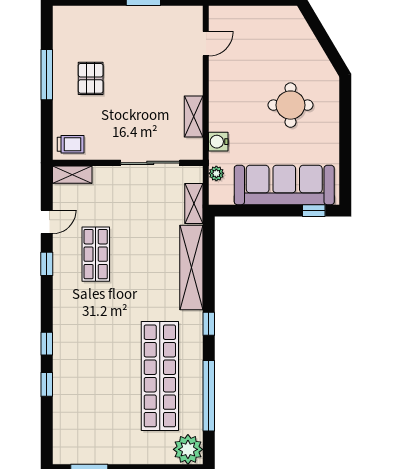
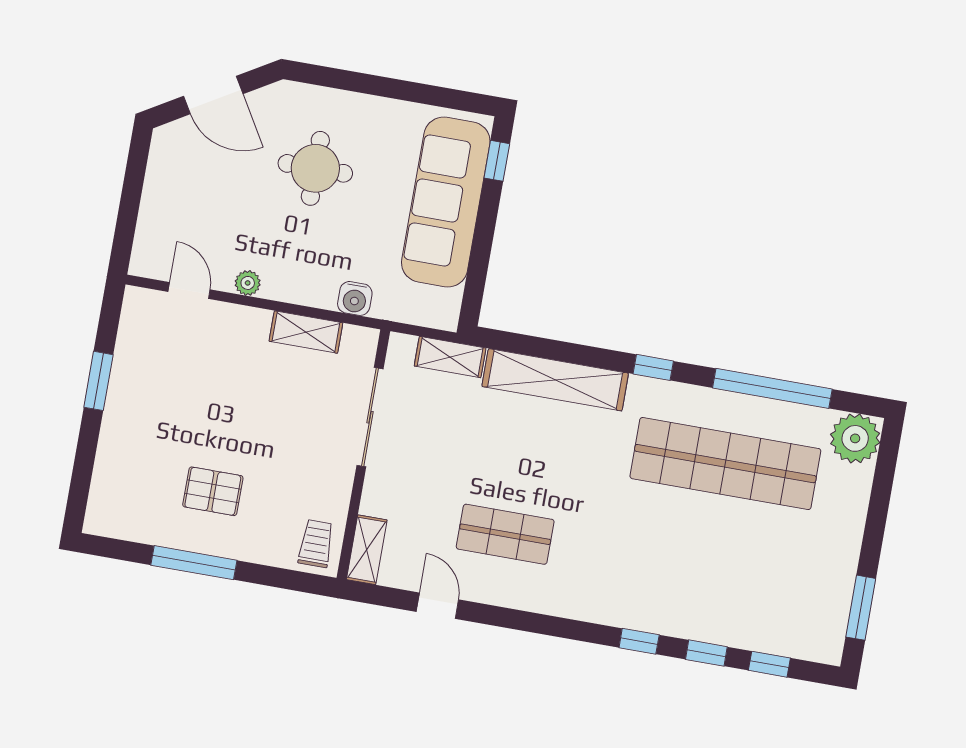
door: (323, 38) -> (213, 95), added
plant: (216, 173) -> (248, 283), moved
window: (47, 264) -> (769, 664), moved

